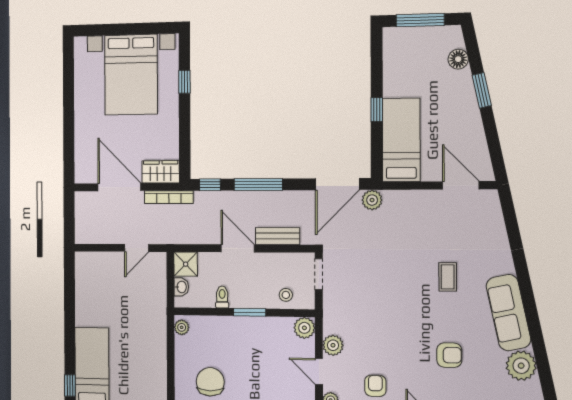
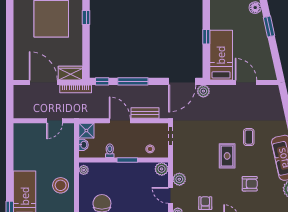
door: (461, 185) -> (246, 83), moved
rug: (411, 308) -> (227, 156), added
stool: (146, 351) -> (61, 185), added

